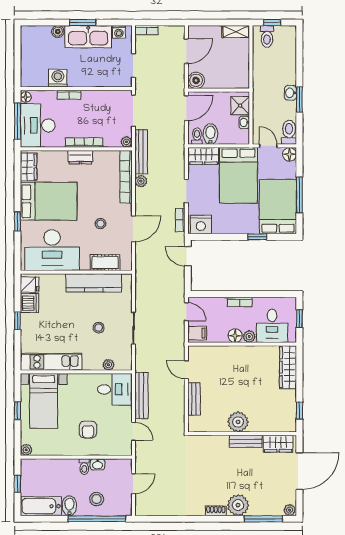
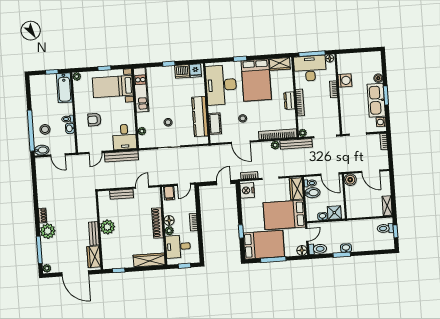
shoe rack: (237, 352) -> (157, 223), added
bathtub: (41, 506) -> (64, 88), moved, turned 180
bidet: (69, 506) -> (42, 150), moved

